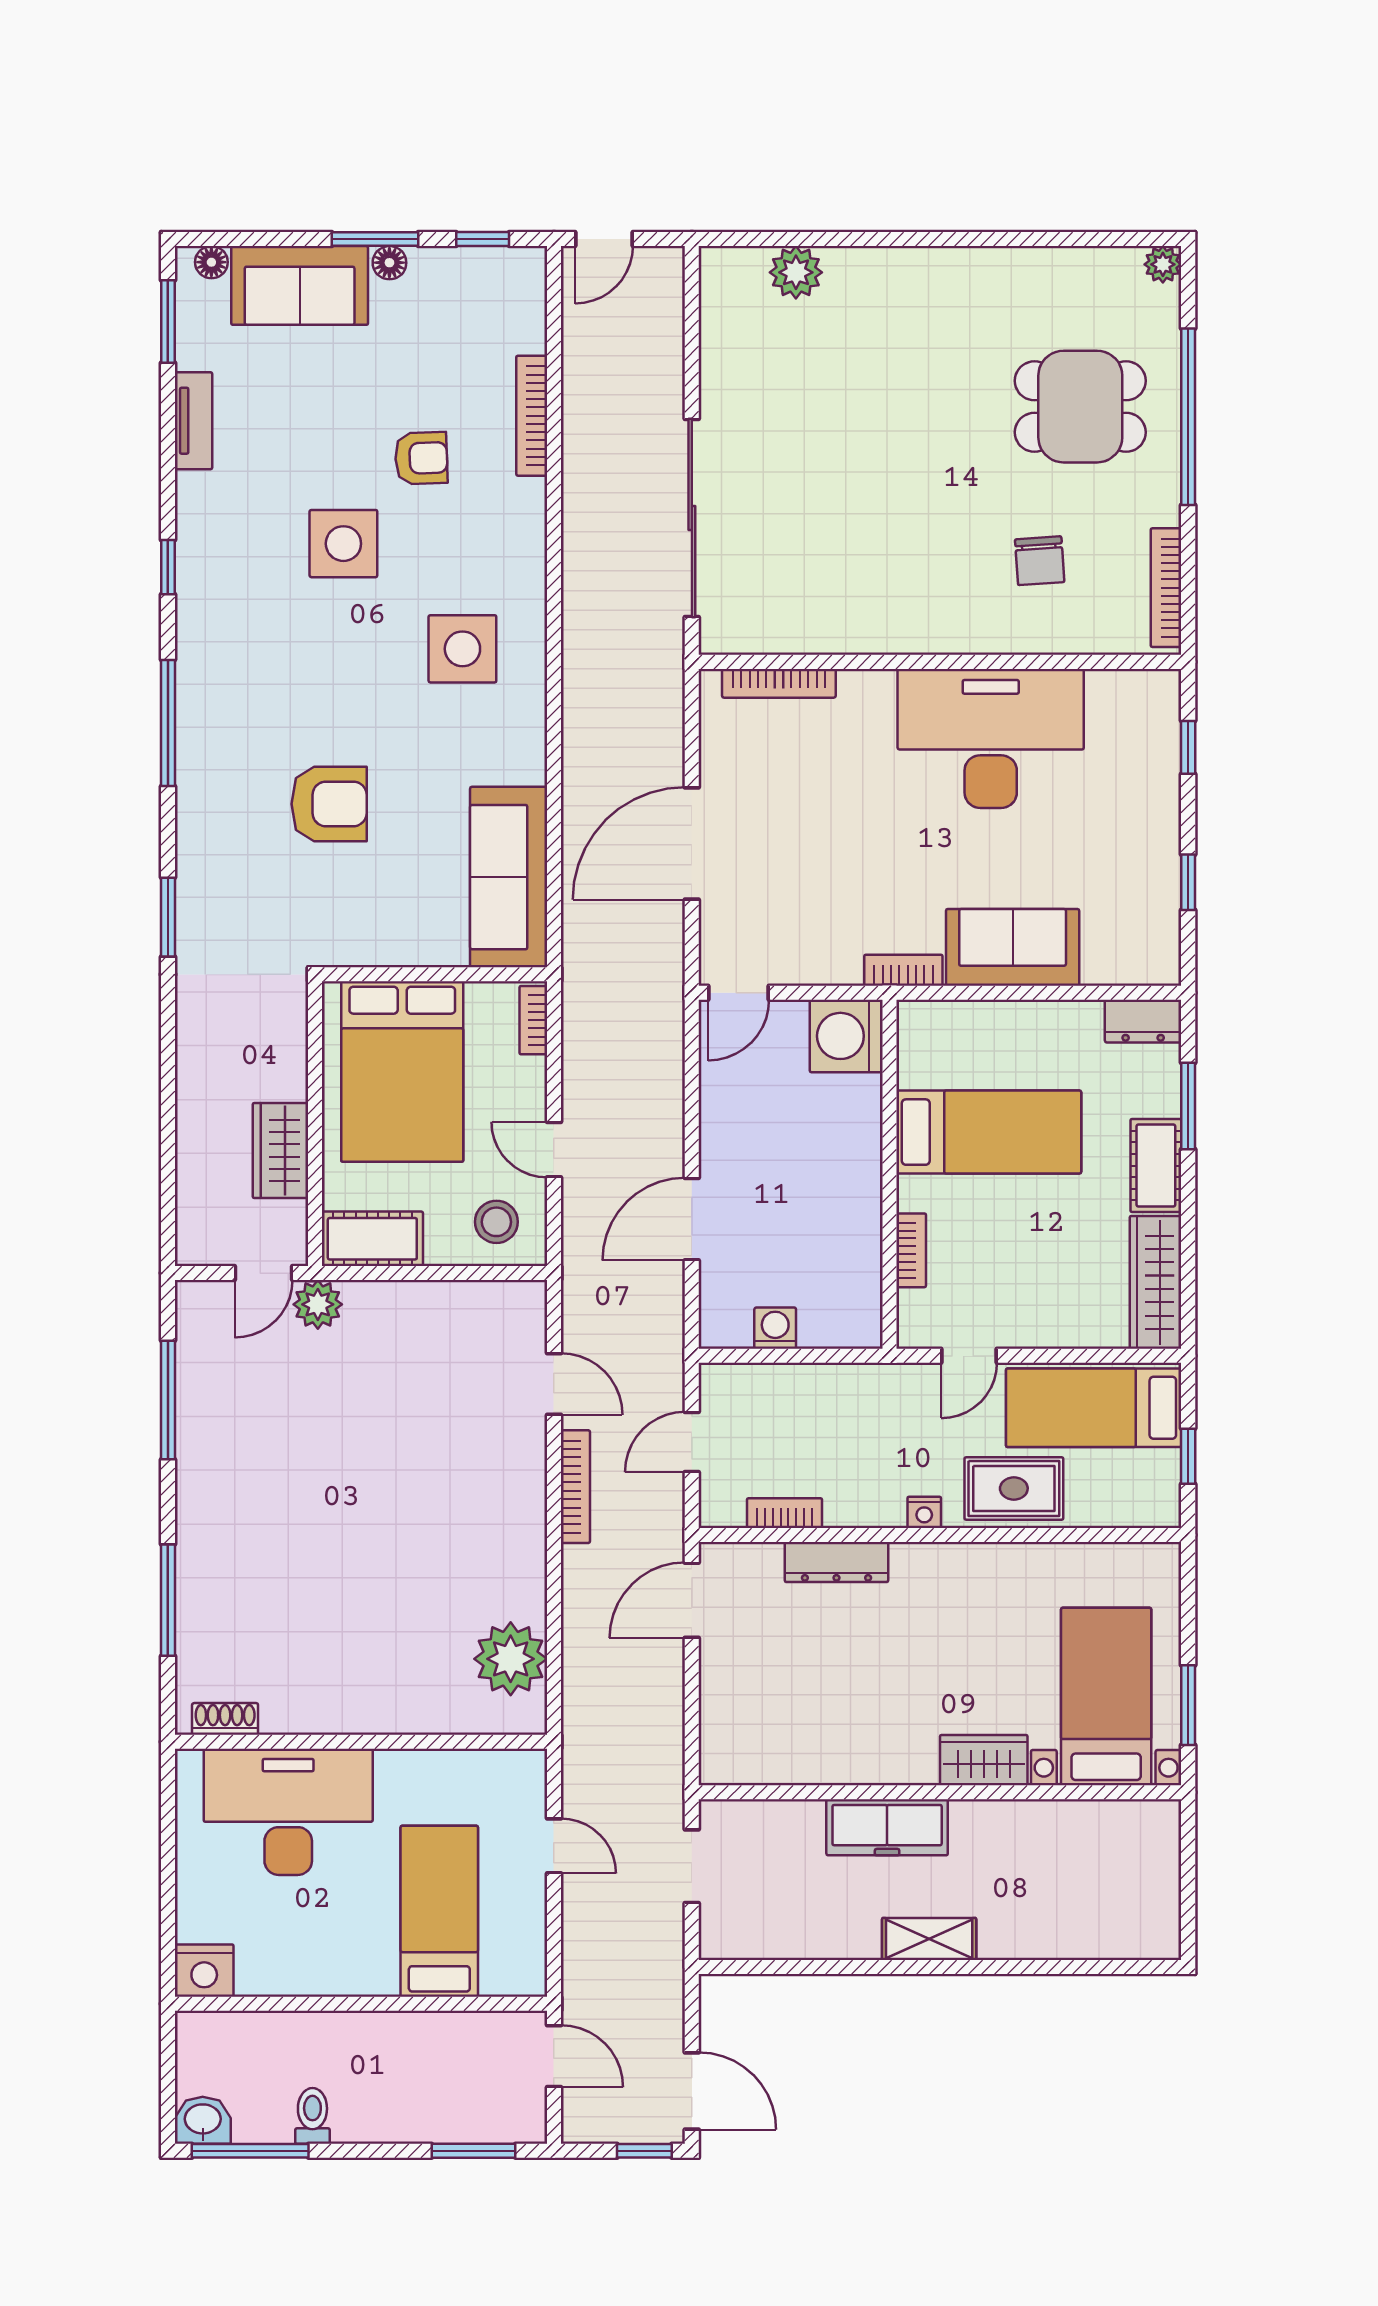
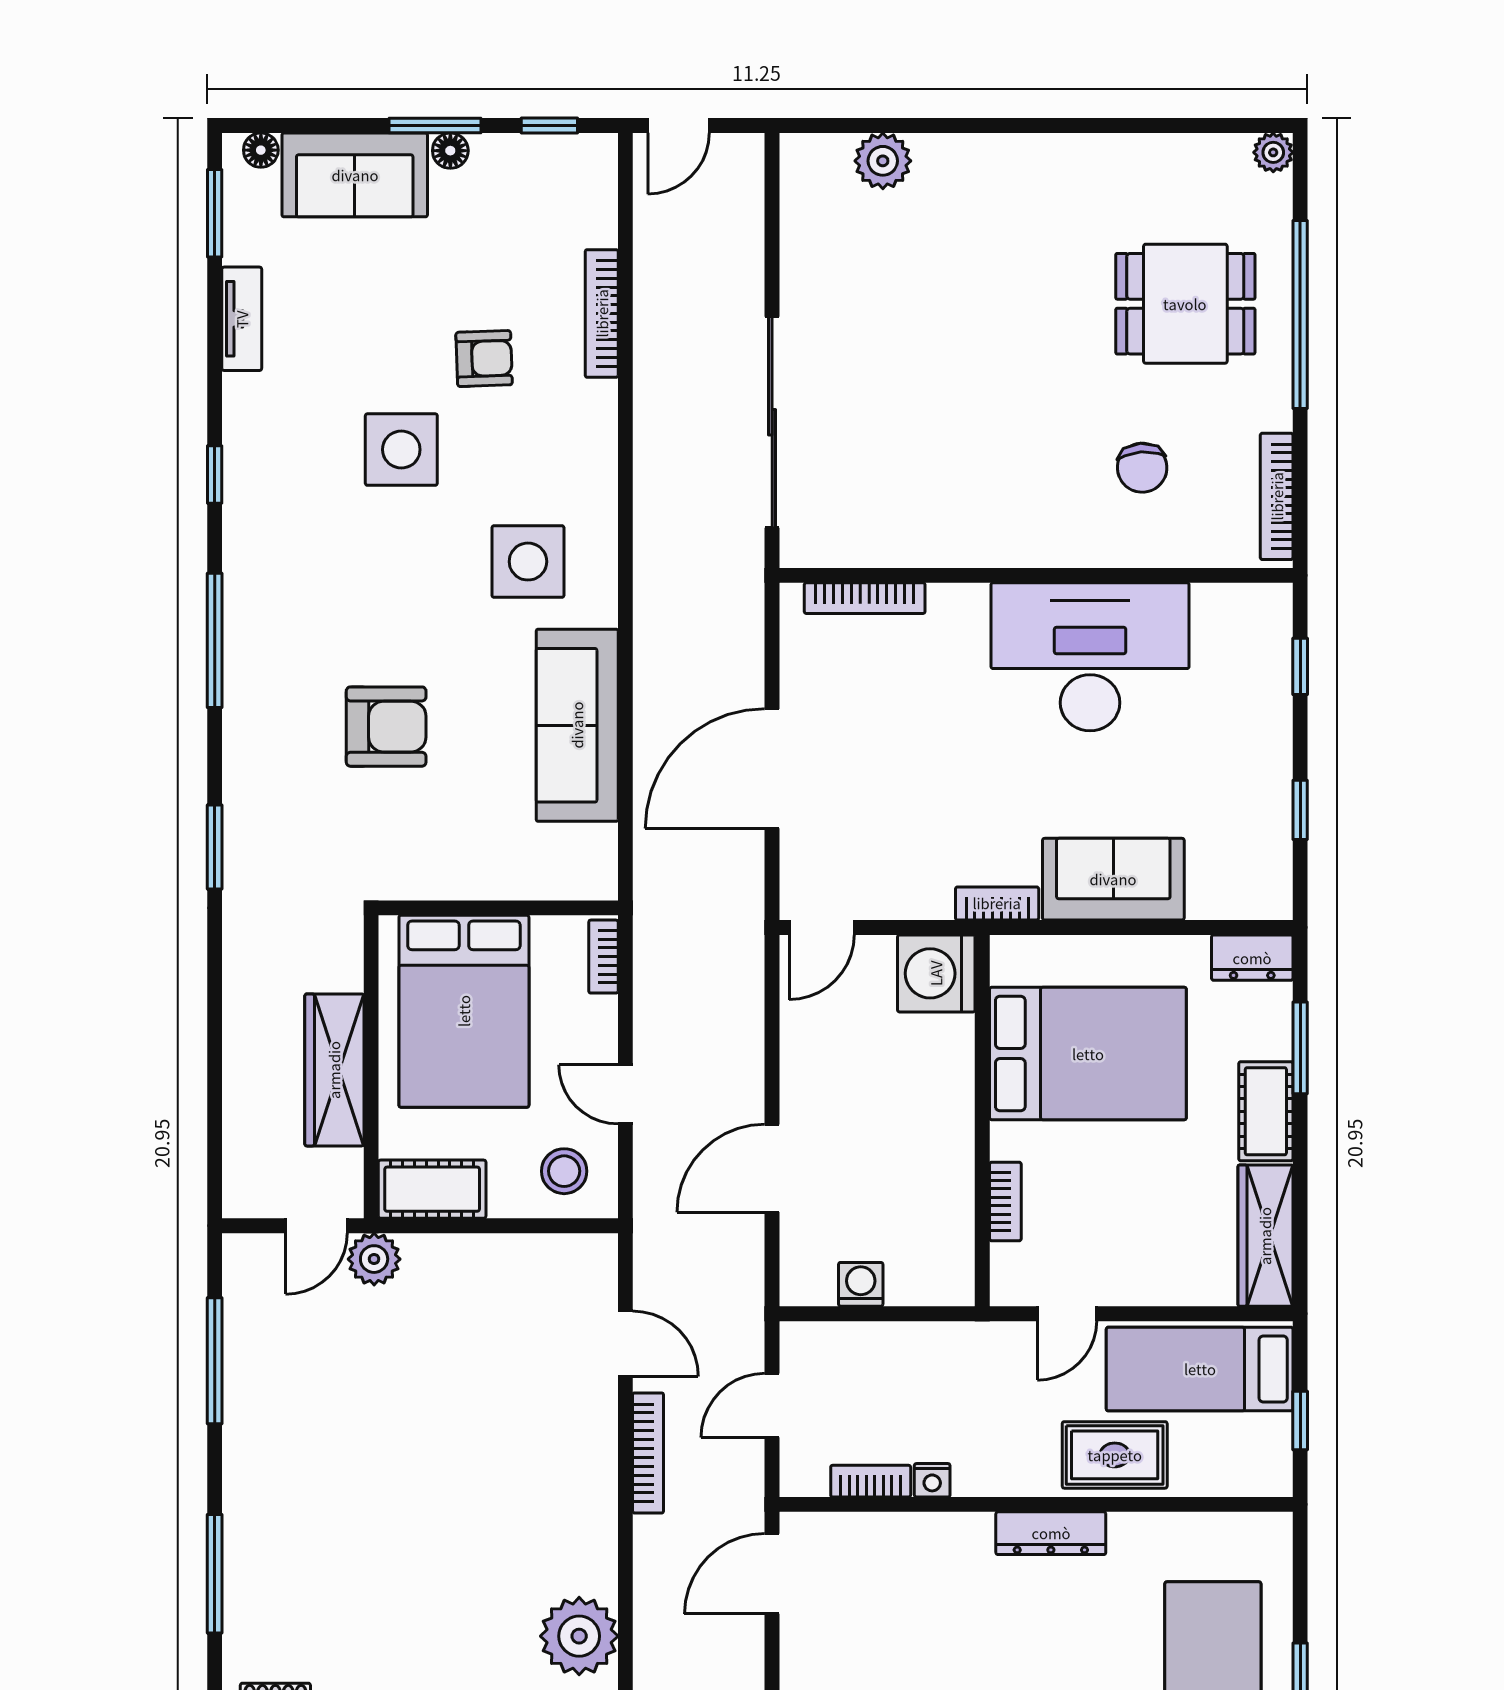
sofa: (509, 877) -> (577, 725), moved
bed: (989, 1132) -> (1088, 1054), width x1.50
wardrobe: (280, 1151) -> (334, 1070), width x1.50
nightstand: (924, 1512) -> (932, 1480), moved
dresser: (836, 1562) -> (1051, 1533), moved

